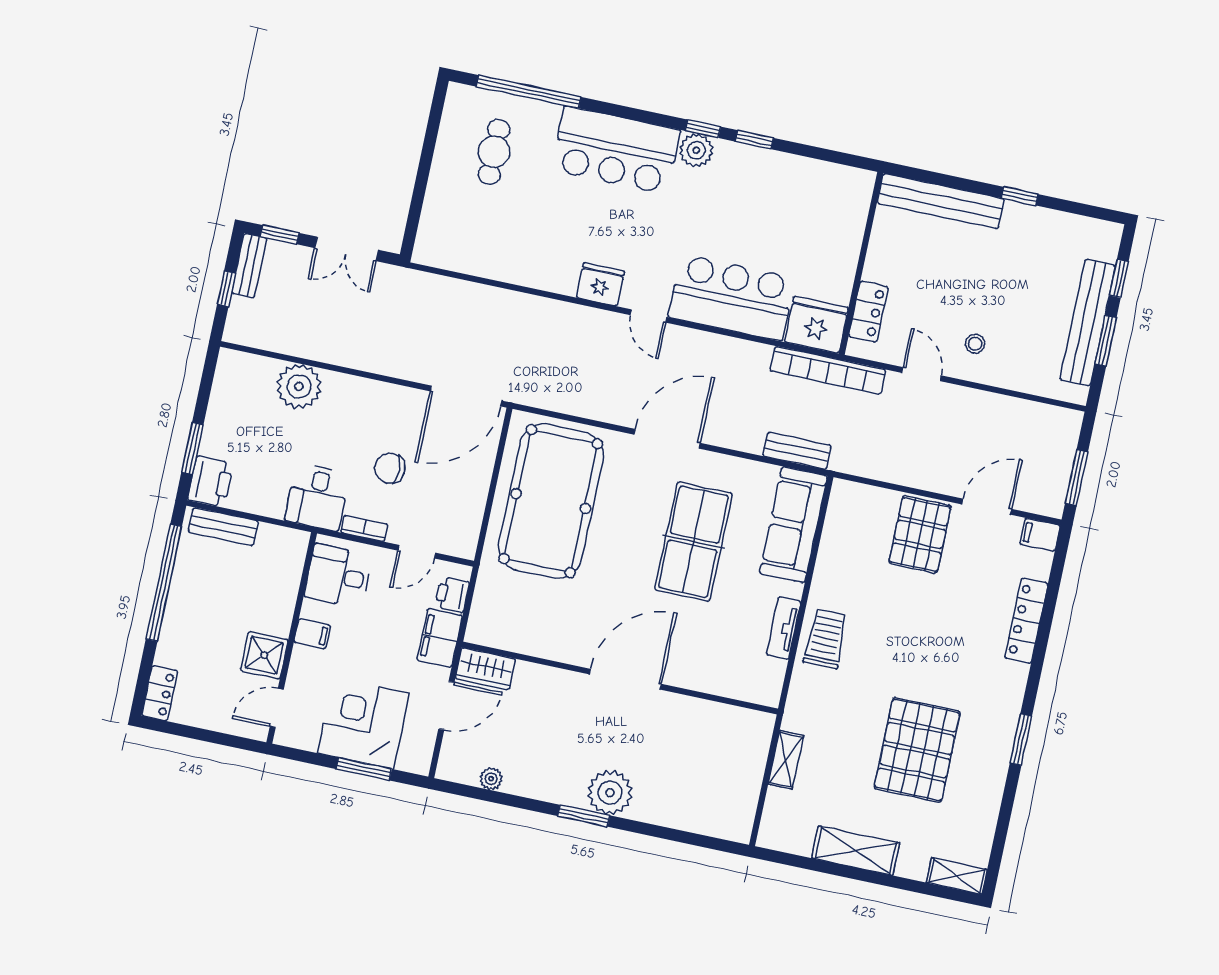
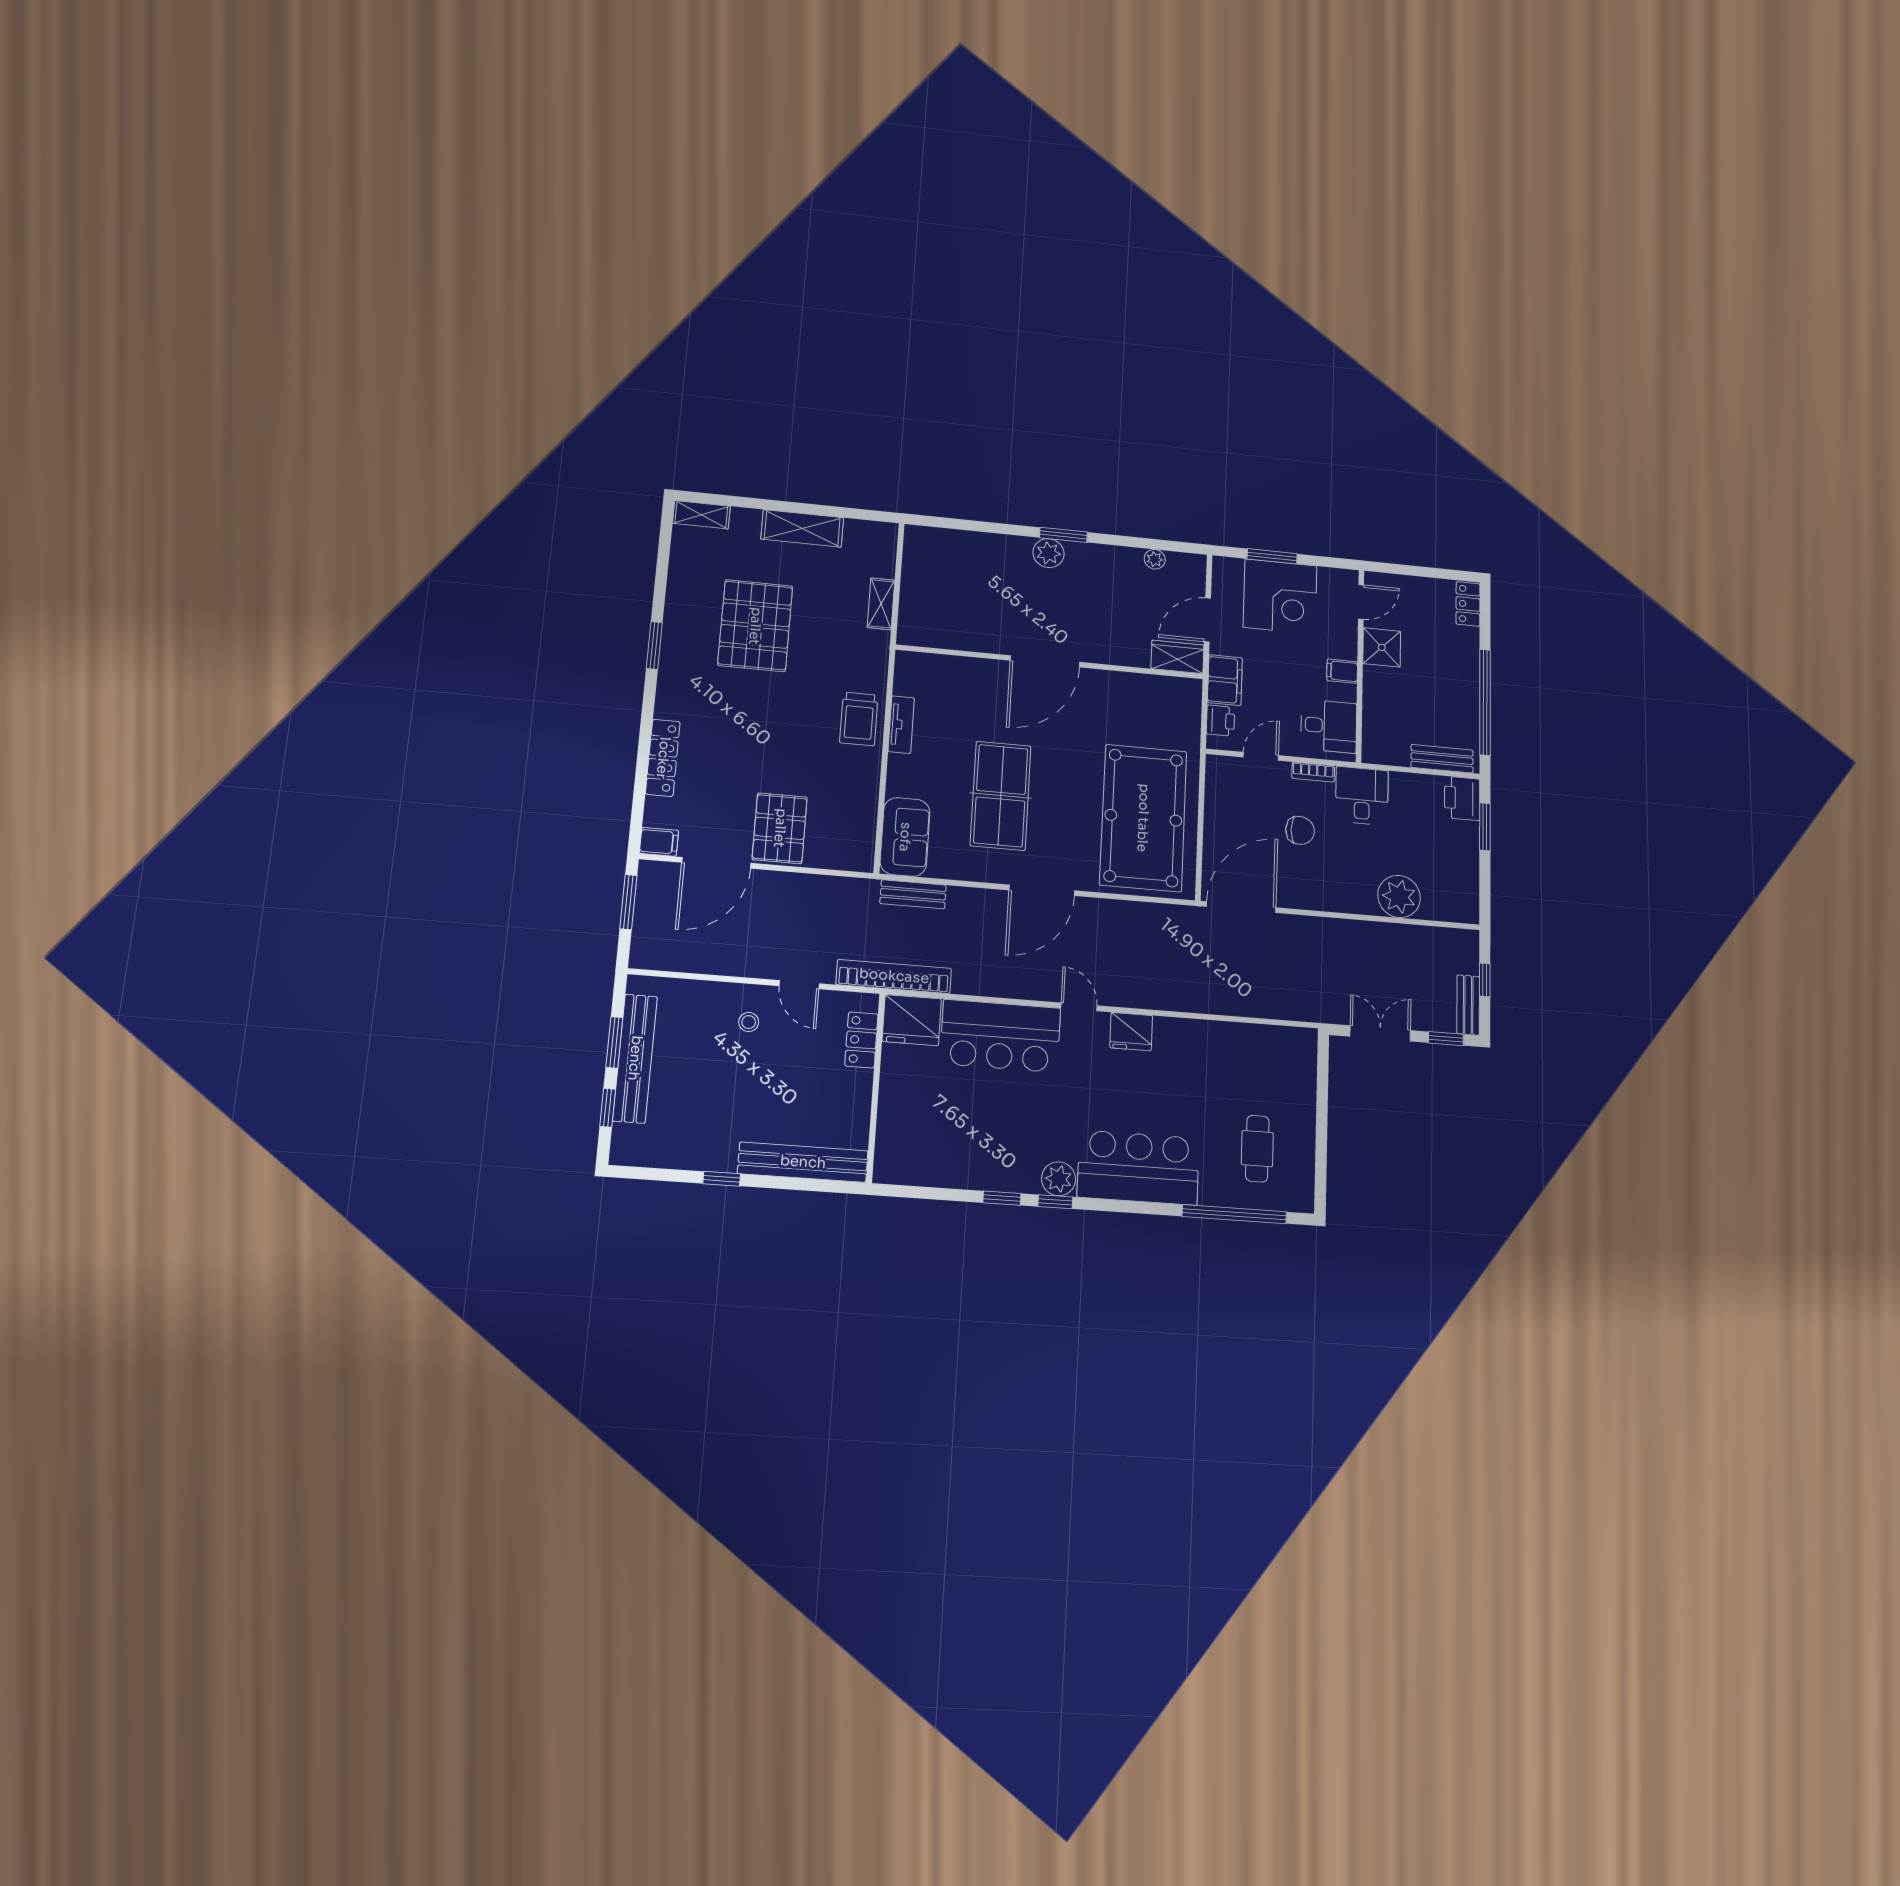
door: (987, 507) -> (716, 863), width x1.36
sofa: (793, 525) -> (905, 837), width x0.73
plant: (610, 793) -> (1048, 553), width x0.73, depth x0.73

